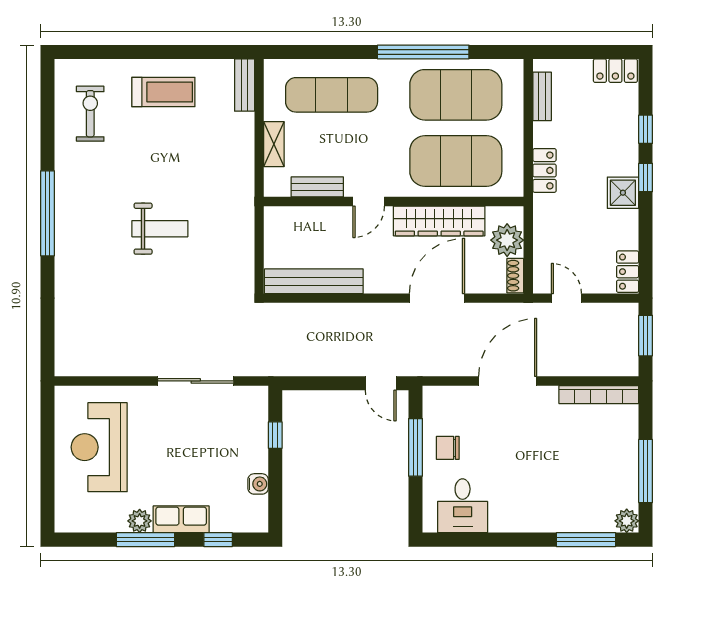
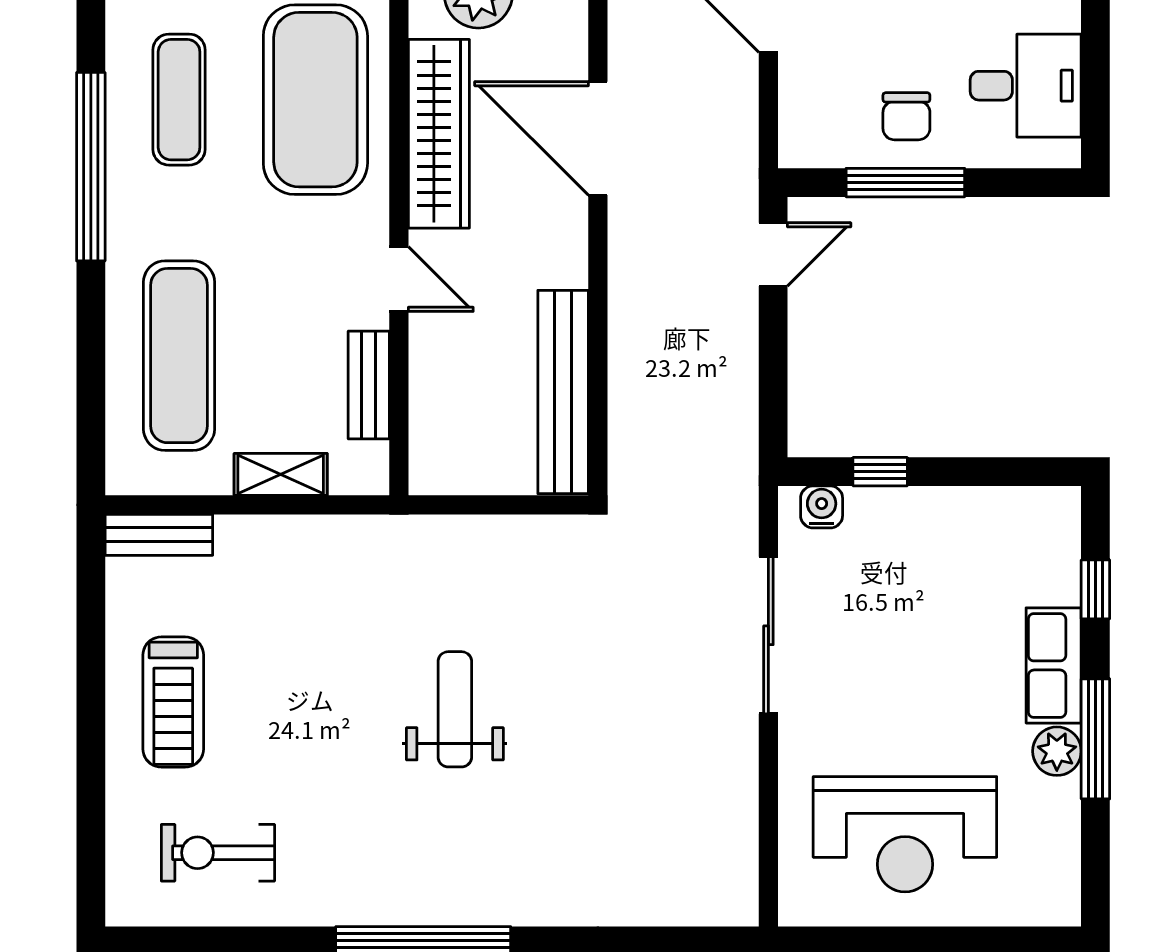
treadmill: (163, 92) -> (173, 702), turned 180
exercise mat: (456, 95) -> (179, 100), width x0.50, depth x0.69
water cooler: (258, 484) -> (822, 507), moved

